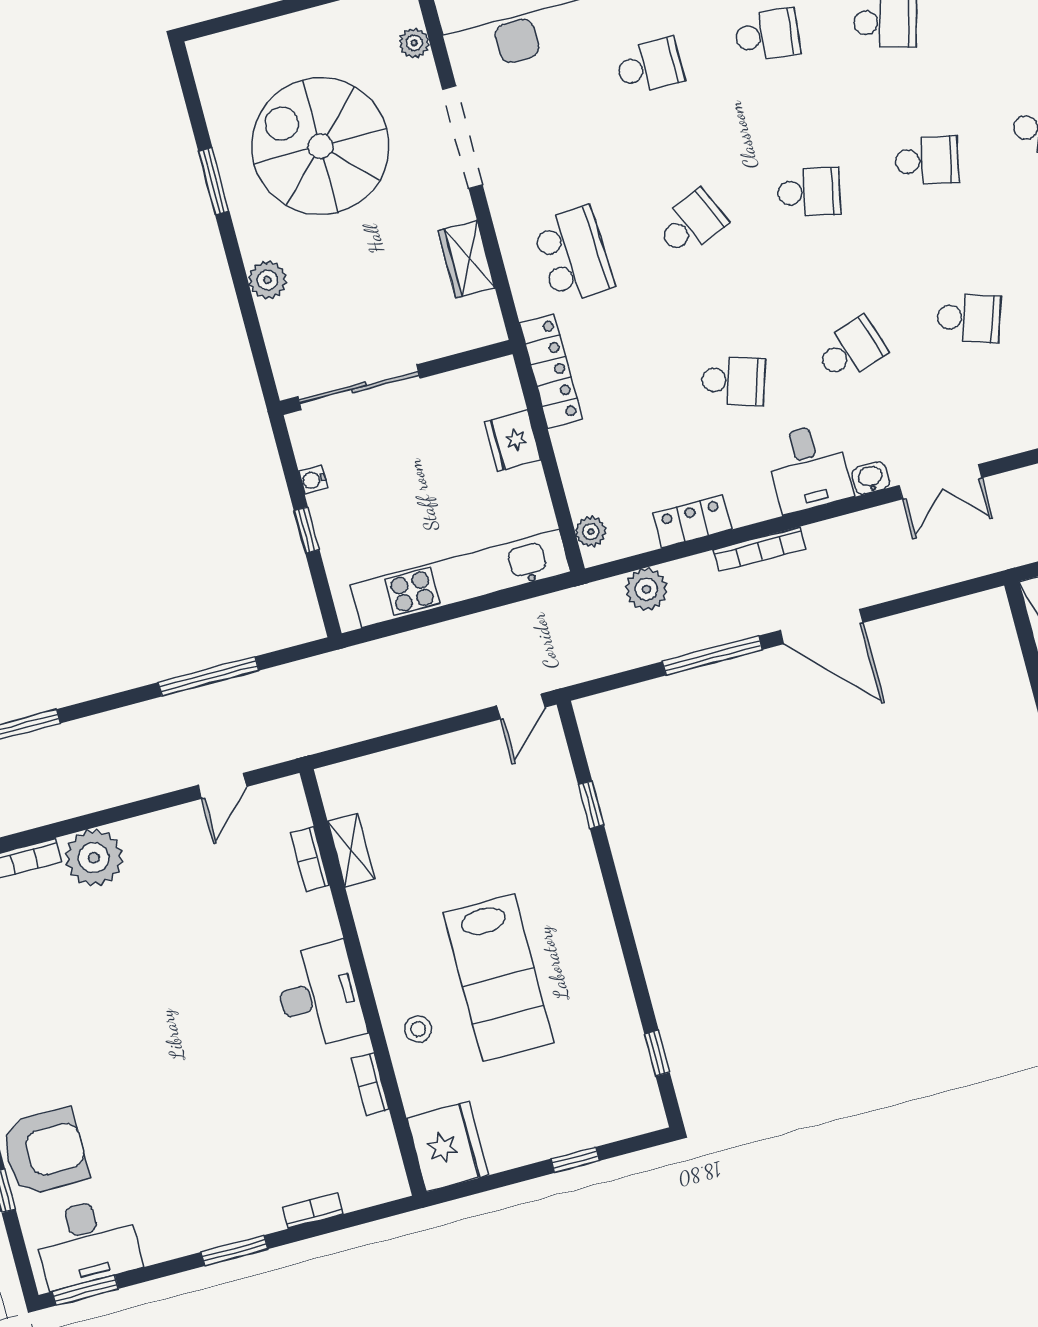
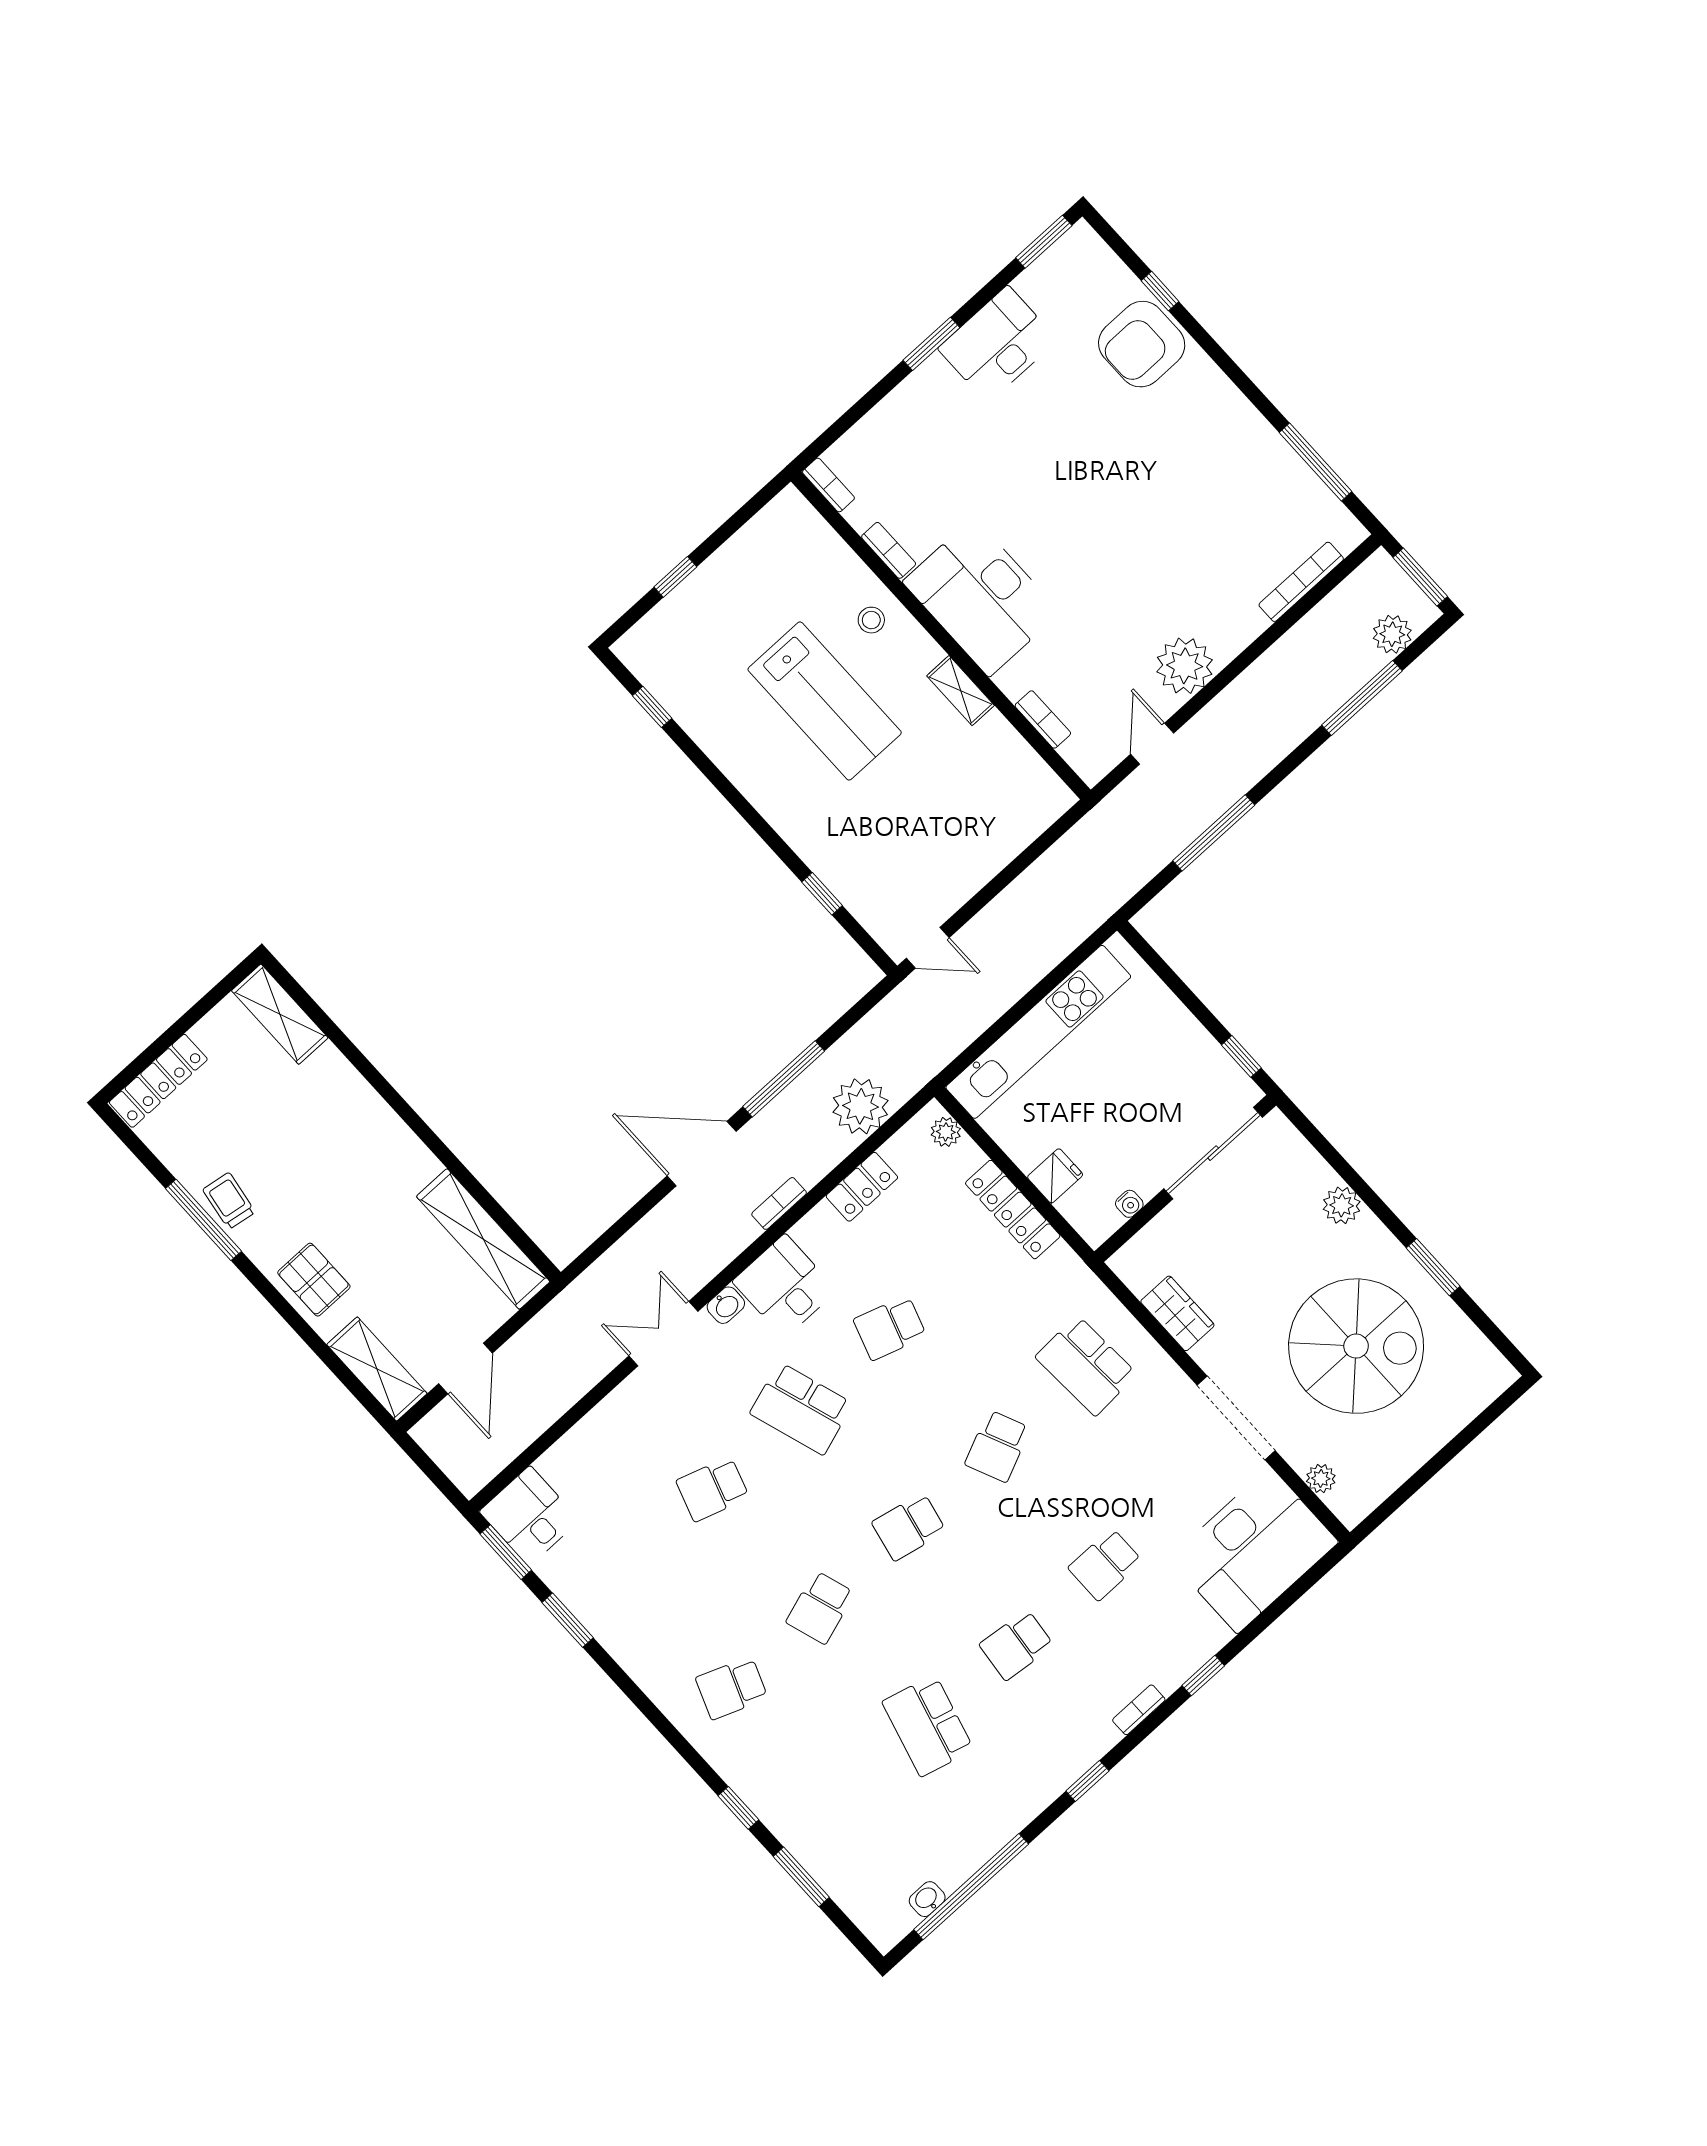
school desk: (927, 161) -> (820, 1607), turned -30
school desk: (851, 349) -> (801, 1409), width x1.85
locker: (551, 371) -> (1013, 1210), moved
fridge: (513, 441) -> (1055, 1176), width x0.72
water cooler: (313, 480) -> (1129, 1204), moved, turned 90
window: (307, 530) -> (1241, 1056), moved
bookcase: (759, 549) -> (779, 1203), width x0.64
plant: (646, 589) -> (860, 1106), width x1.36, depth x1.36
door: (521, 706) -> (928, 948), swing flipped
shelving: (351, 850) -> (961, 691), moved
plant: (94, 858) -> (1185, 666), moved
lab bench: (498, 978) -> (825, 701), turned 180
desk: (319, 995) -> (981, 597), width x1.36, depth x1.30
fridge: (447, 1146) -> (793, 531), removed
bookcase: (313, 1210) -> (828, 485), moved, turned -90
desk: (87, 1243) -> (998, 344), moved

